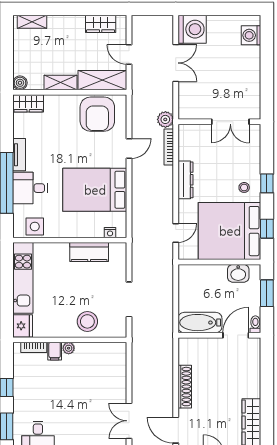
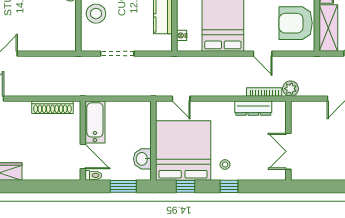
dresser: (186, 180) -> (253, 108), moved
shoe rack: (185, 387) -> (53, 107), moved

